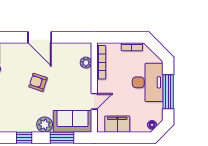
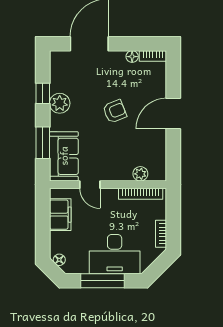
armchair: (38, 82) -> (115, 111), turned 50
plant: (45, 125) -> (60, 103), moved

